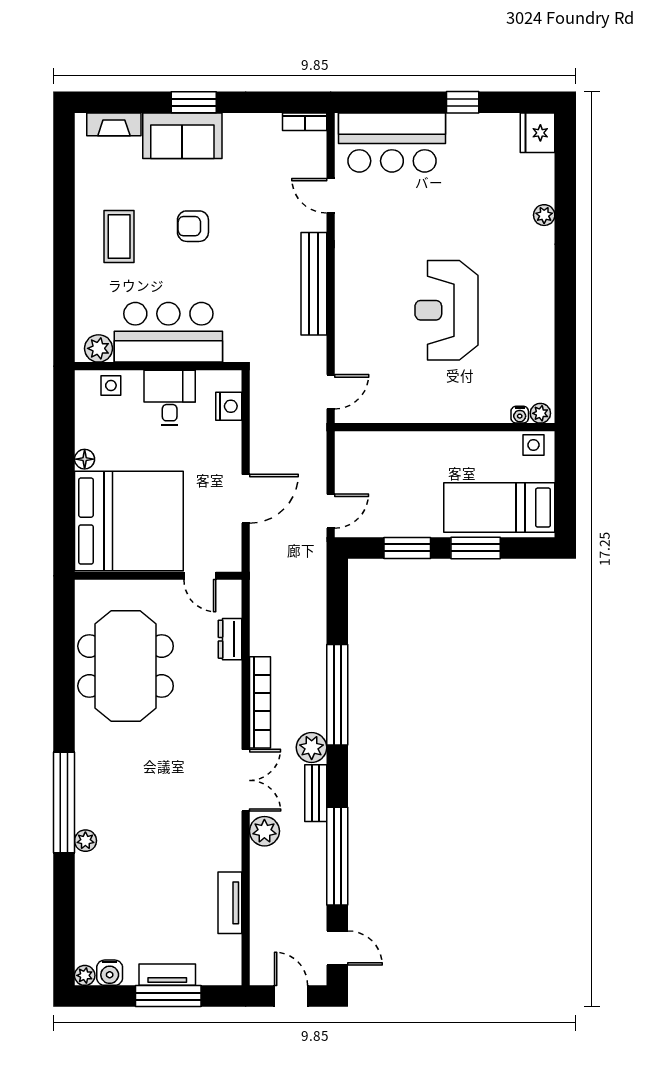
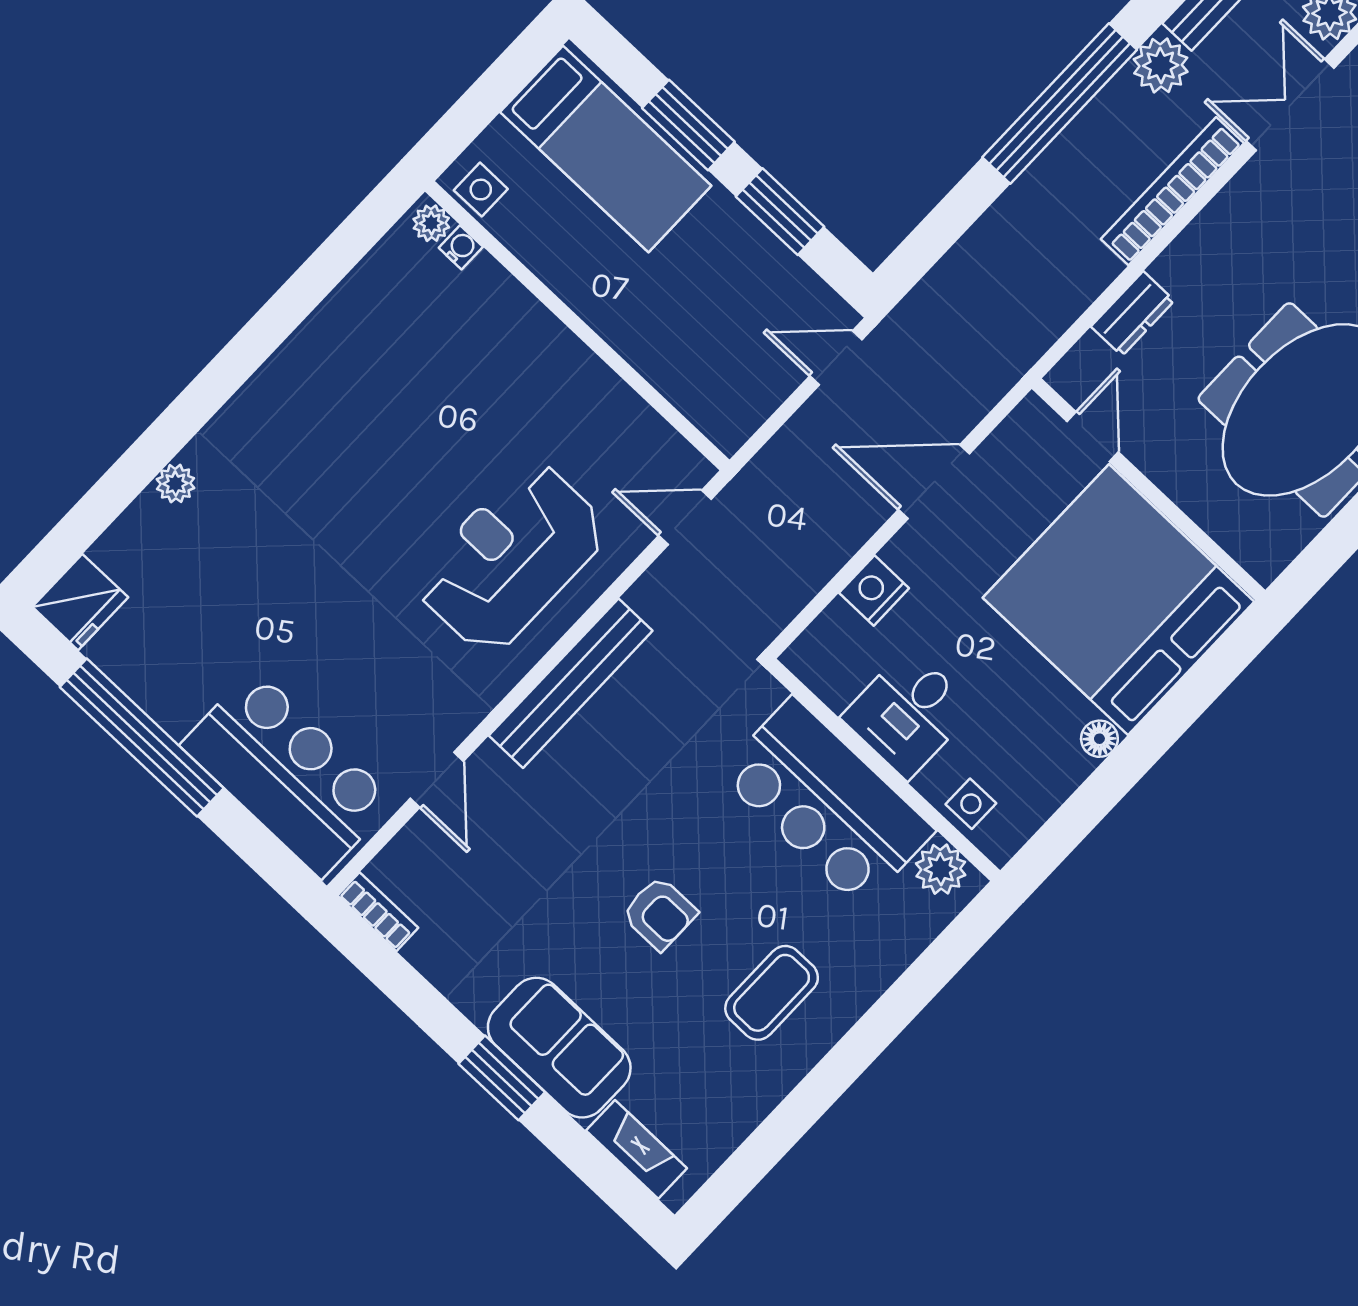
window: (463, 102) -> (142, 738), width x3.17
reception desk: (447, 310) -> (511, 558), moved, turned 180
nightstand: (229, 406) -> (874, 590), moved

